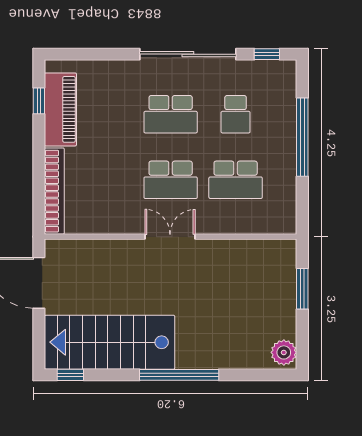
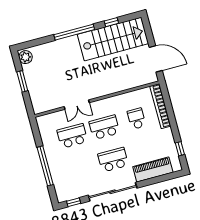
piano: (60, 109) -> (153, 169), moved, turned 90
school desk: (236, 114) -> (136, 119), moved
double door: (170, 237) -> (77, 105), moved
window: (302, 289) -> (22, 81), moved
window: (70, 375) -> (111, 22), moved

